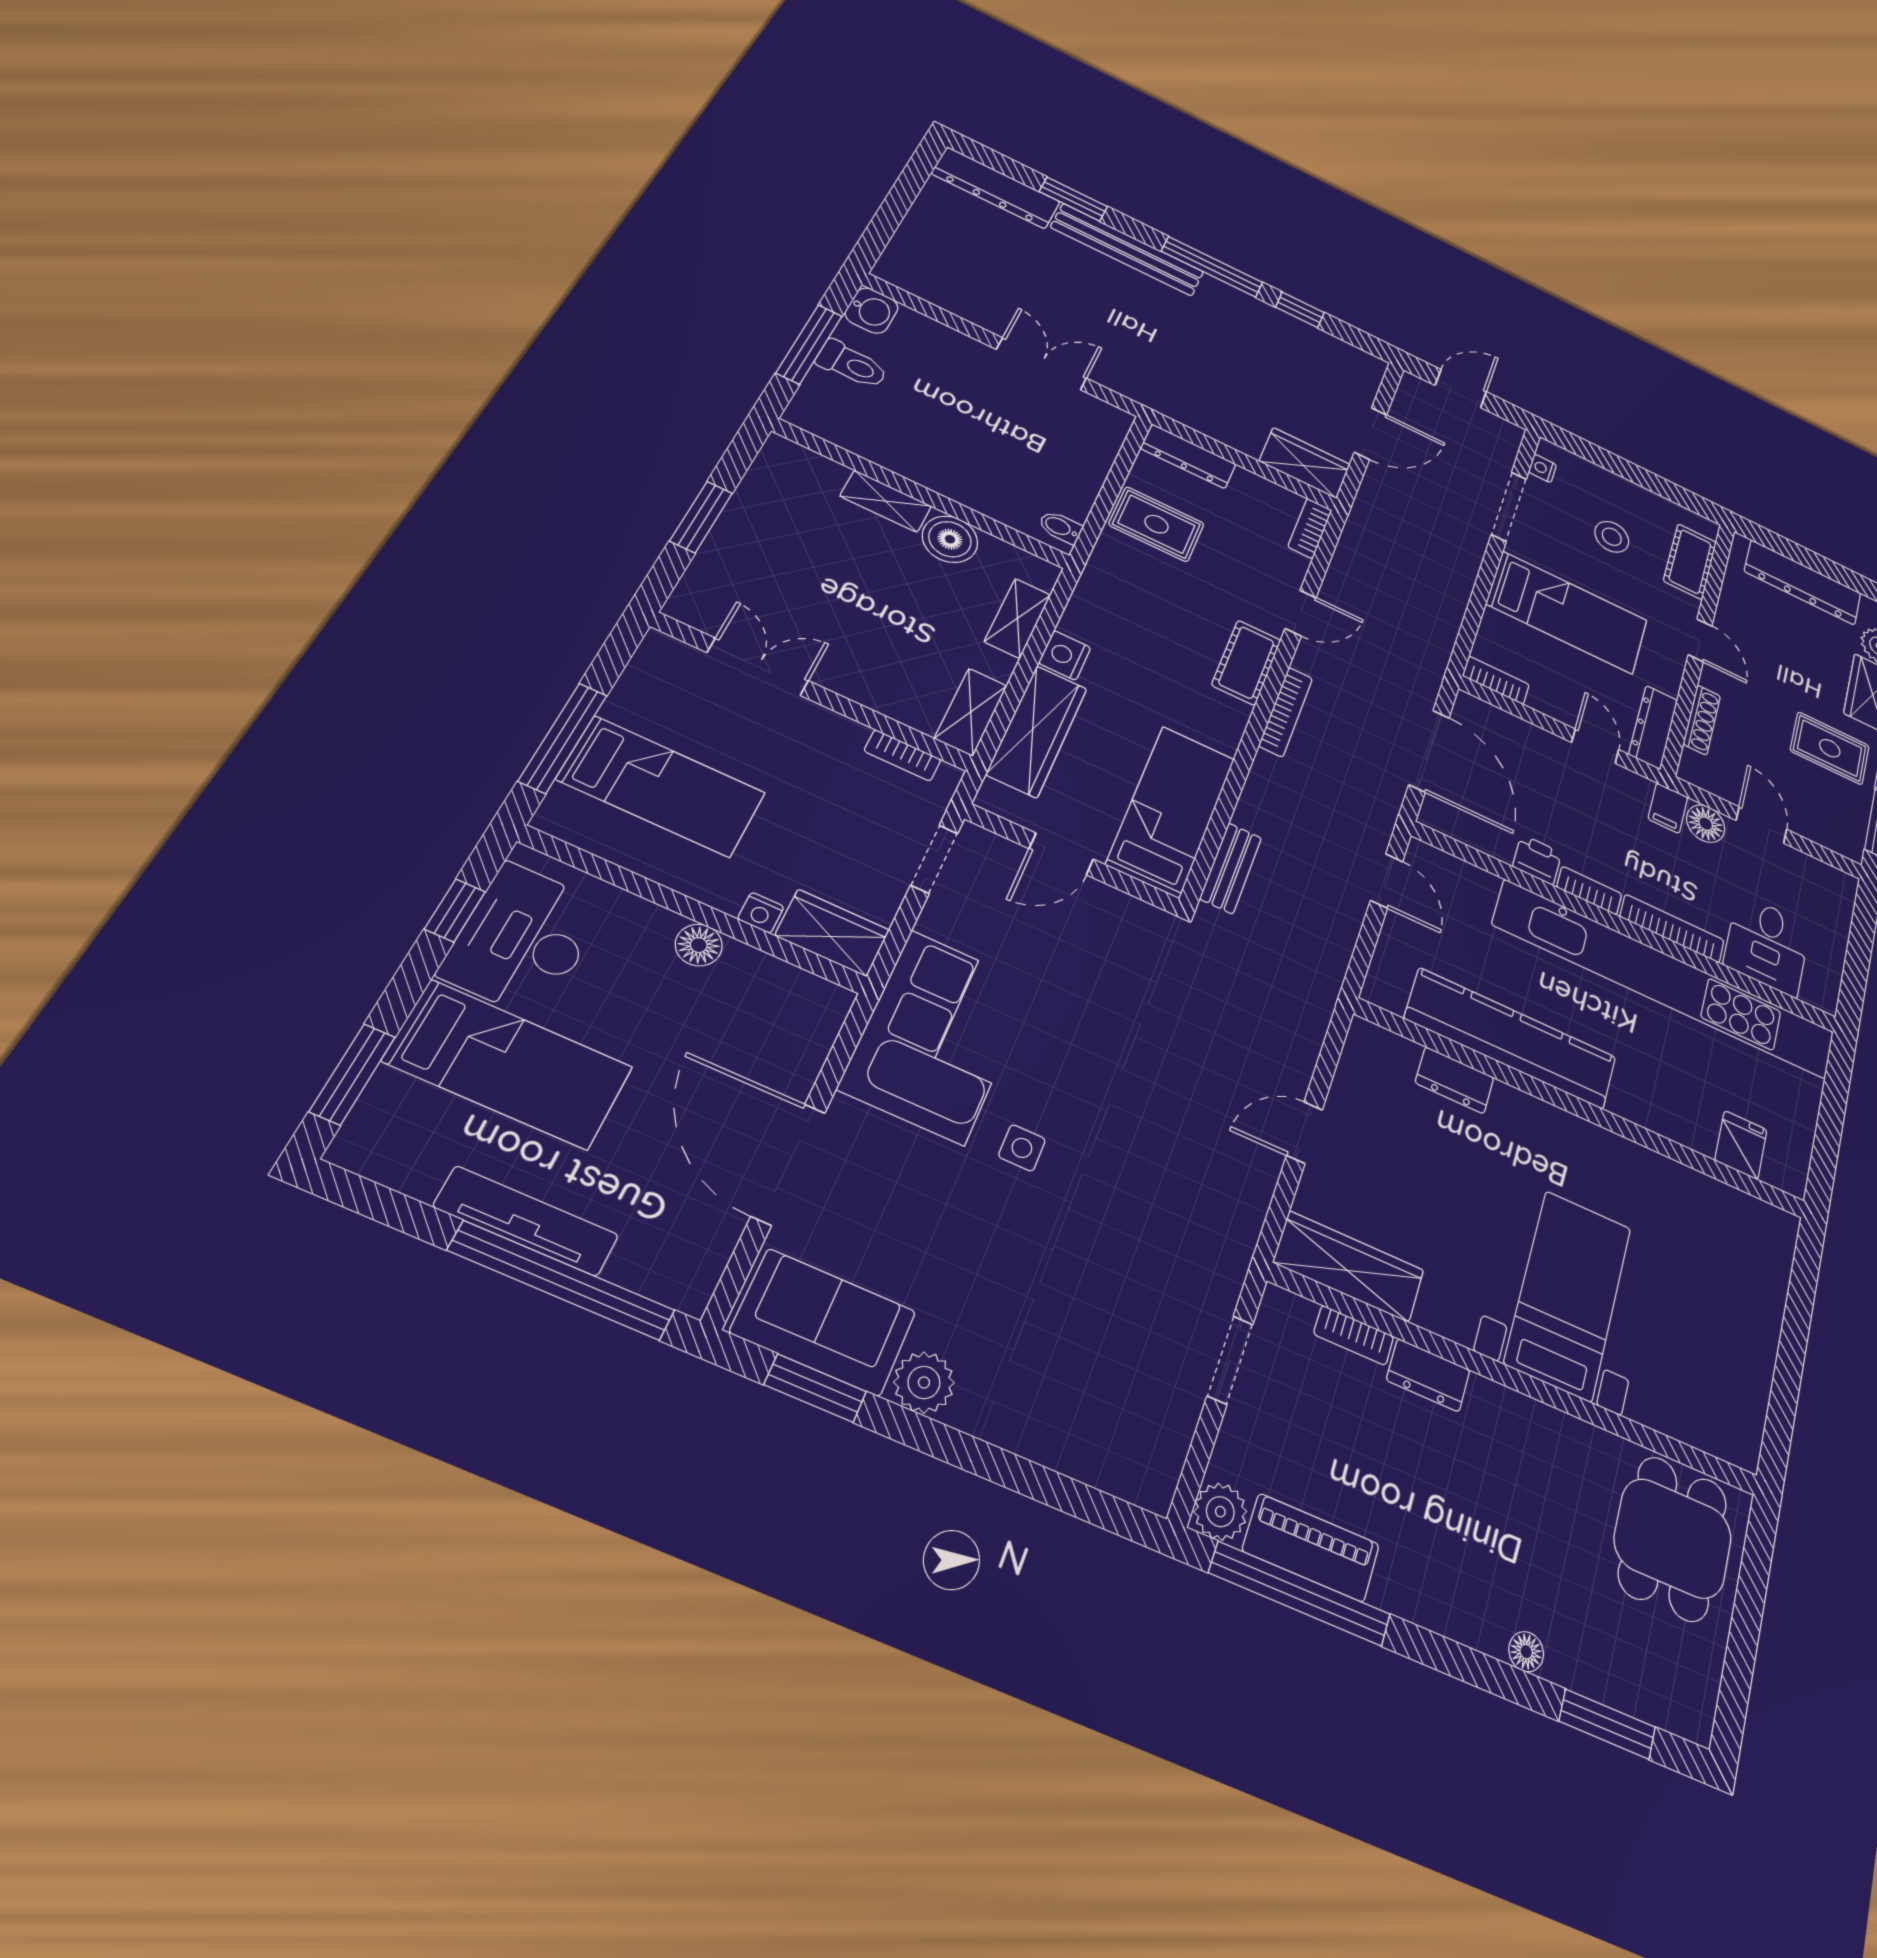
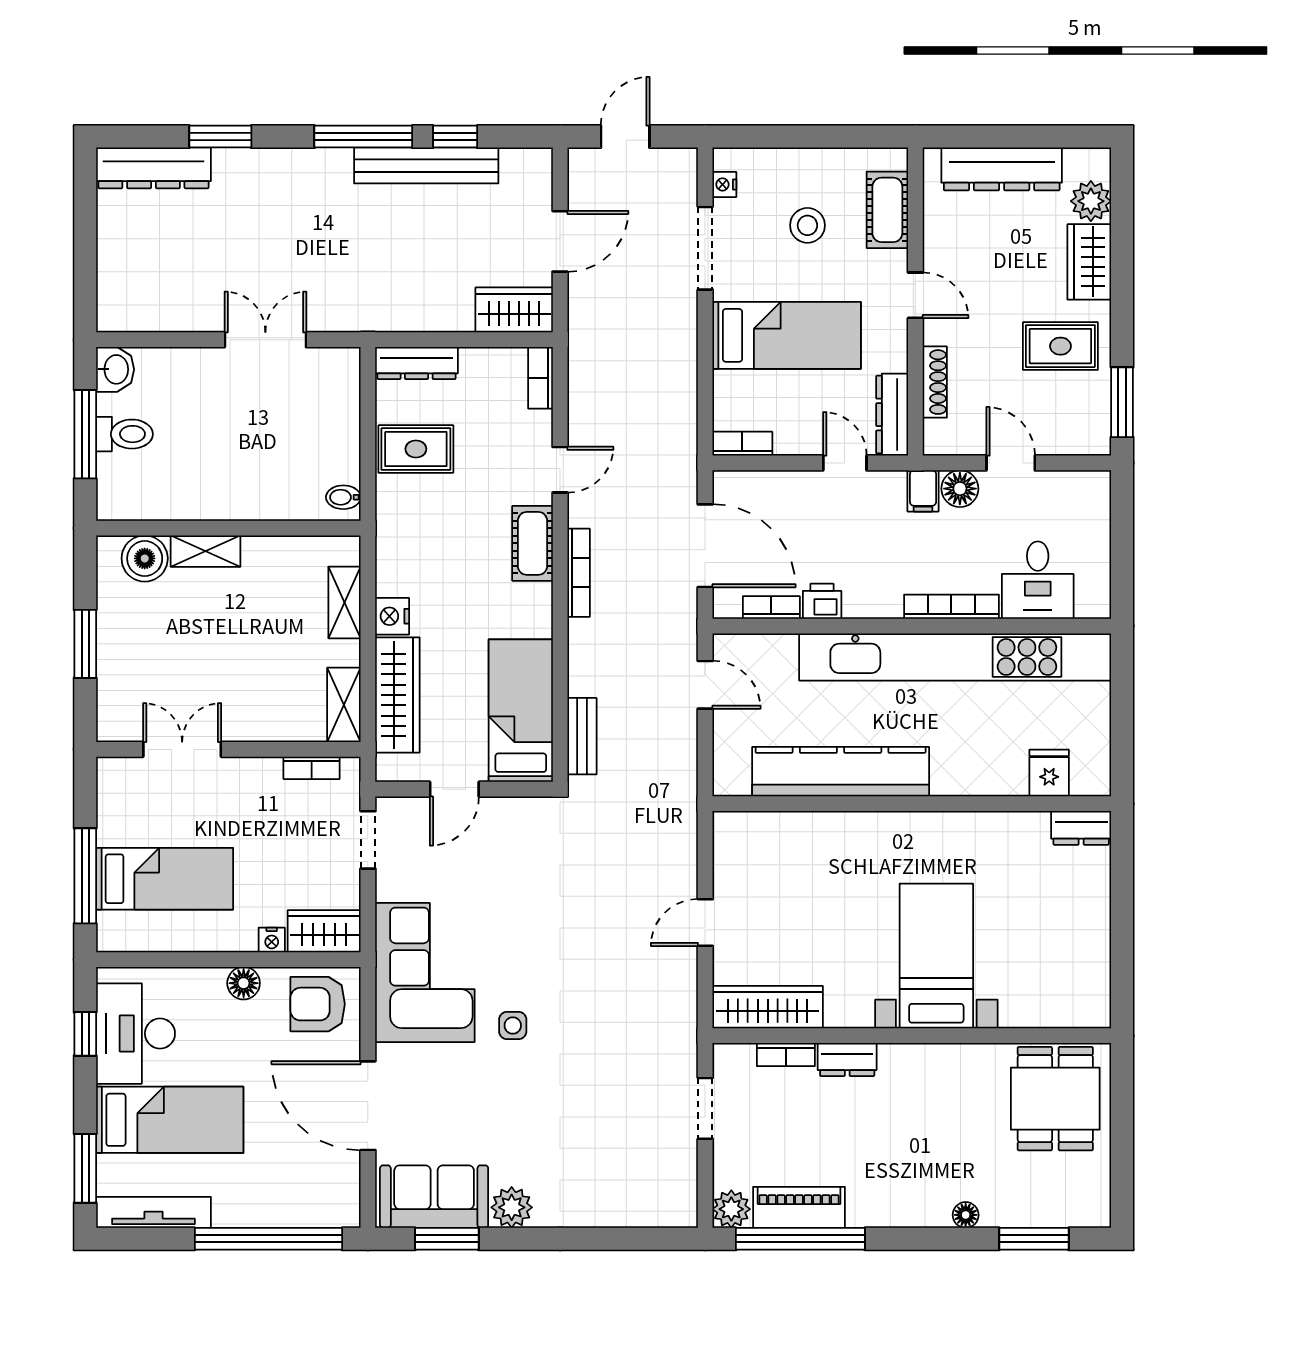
bench: (1127, 250) -> (426, 165), moved
boiler: (950, 539) -> (145, 558), moved
bookcase: (1589, 891) -> (771, 607), moved
armchair: (783, 1012) -> (318, 1004), added
dresser: (1455, 1080) -> (1081, 828), moved
tv unit: (526, 1221) -> (153, 1212), moved

